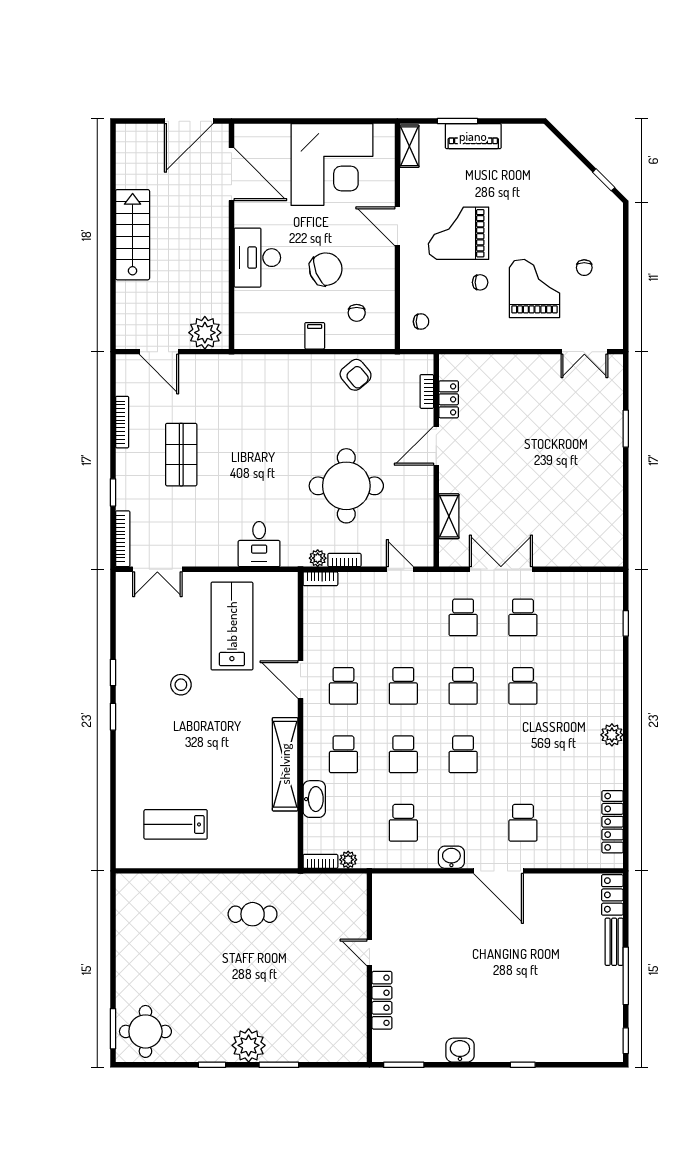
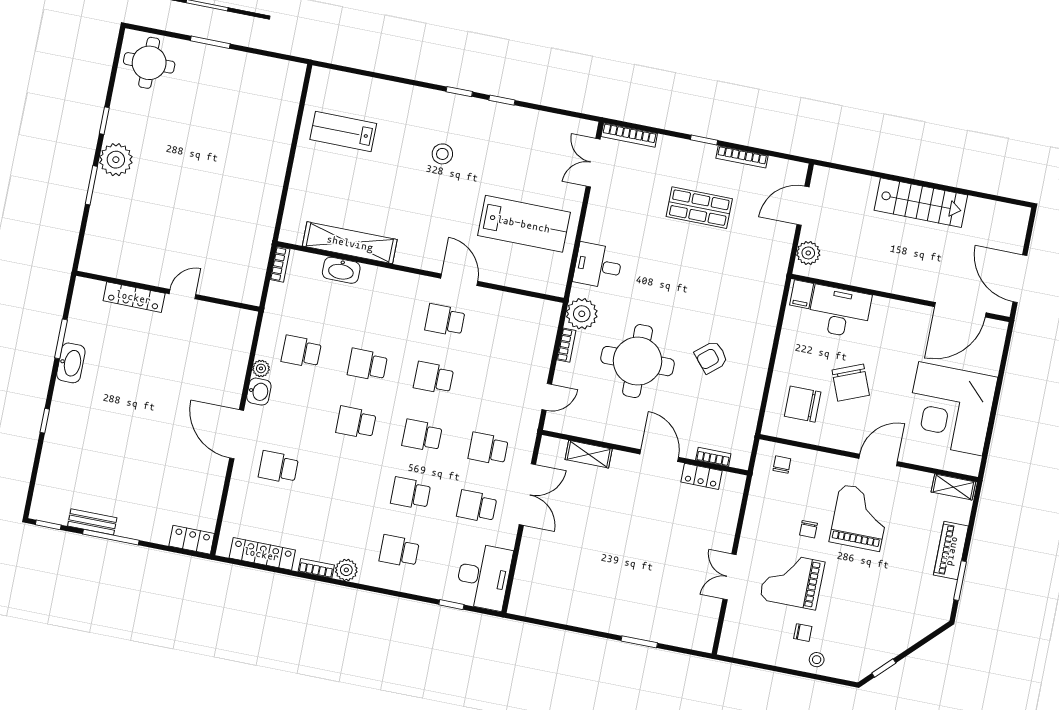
window: (457, 121) -> (960, 581), moved
stool: (609, 248) -> (817, 660), added
desk: (257, 258) -> (839, 312), moved
chair: (584, 268) -> (803, 633), turned 180
grand piano: (535, 288) -> (792, 581), turned 180
chair: (357, 313) -> (803, 404), width x1.87, depth x1.87
chair: (421, 322) -> (782, 465), turned 180
plant: (205, 333) -> (808, 253), width x0.73, depth x0.73
filing cabinet: (315, 336) -> (802, 294), moved, turned 90
double door: (584, 352) -> (729, 577), moved
armchair: (356, 375) -> (711, 357), moved
window: (113, 492) -> (704, 140), moved
plant: (318, 558) -> (582, 314), width x1.88, depth x1.88
bookcase: (320, 579) -> (316, 568), moved, turned 90
desk: (591, 597) -> (484, 577), added
door: (300, 680) -> (459, 280), hinge flipped
stool: (181, 685) -> (442, 154), moved
school desk: (343, 754) -> (399, 551), moved
shelving: (285, 764) -> (350, 243), moved
lab bench: (176, 824) -> (343, 132), turned -90
plant: (348, 860) -> (261, 368), moved
door: (498, 871) -> (237, 434), hinge flipped
cafe table: (253, 914) -> (242, 189), removed
bench: (614, 942) -> (92, 522), moved
window: (113, 1029) -> (210, 42), moved
washbasin: (460, 1050) -> (71, 363), width x1.38
window: (404, 1065) -> (61, 339), moved

